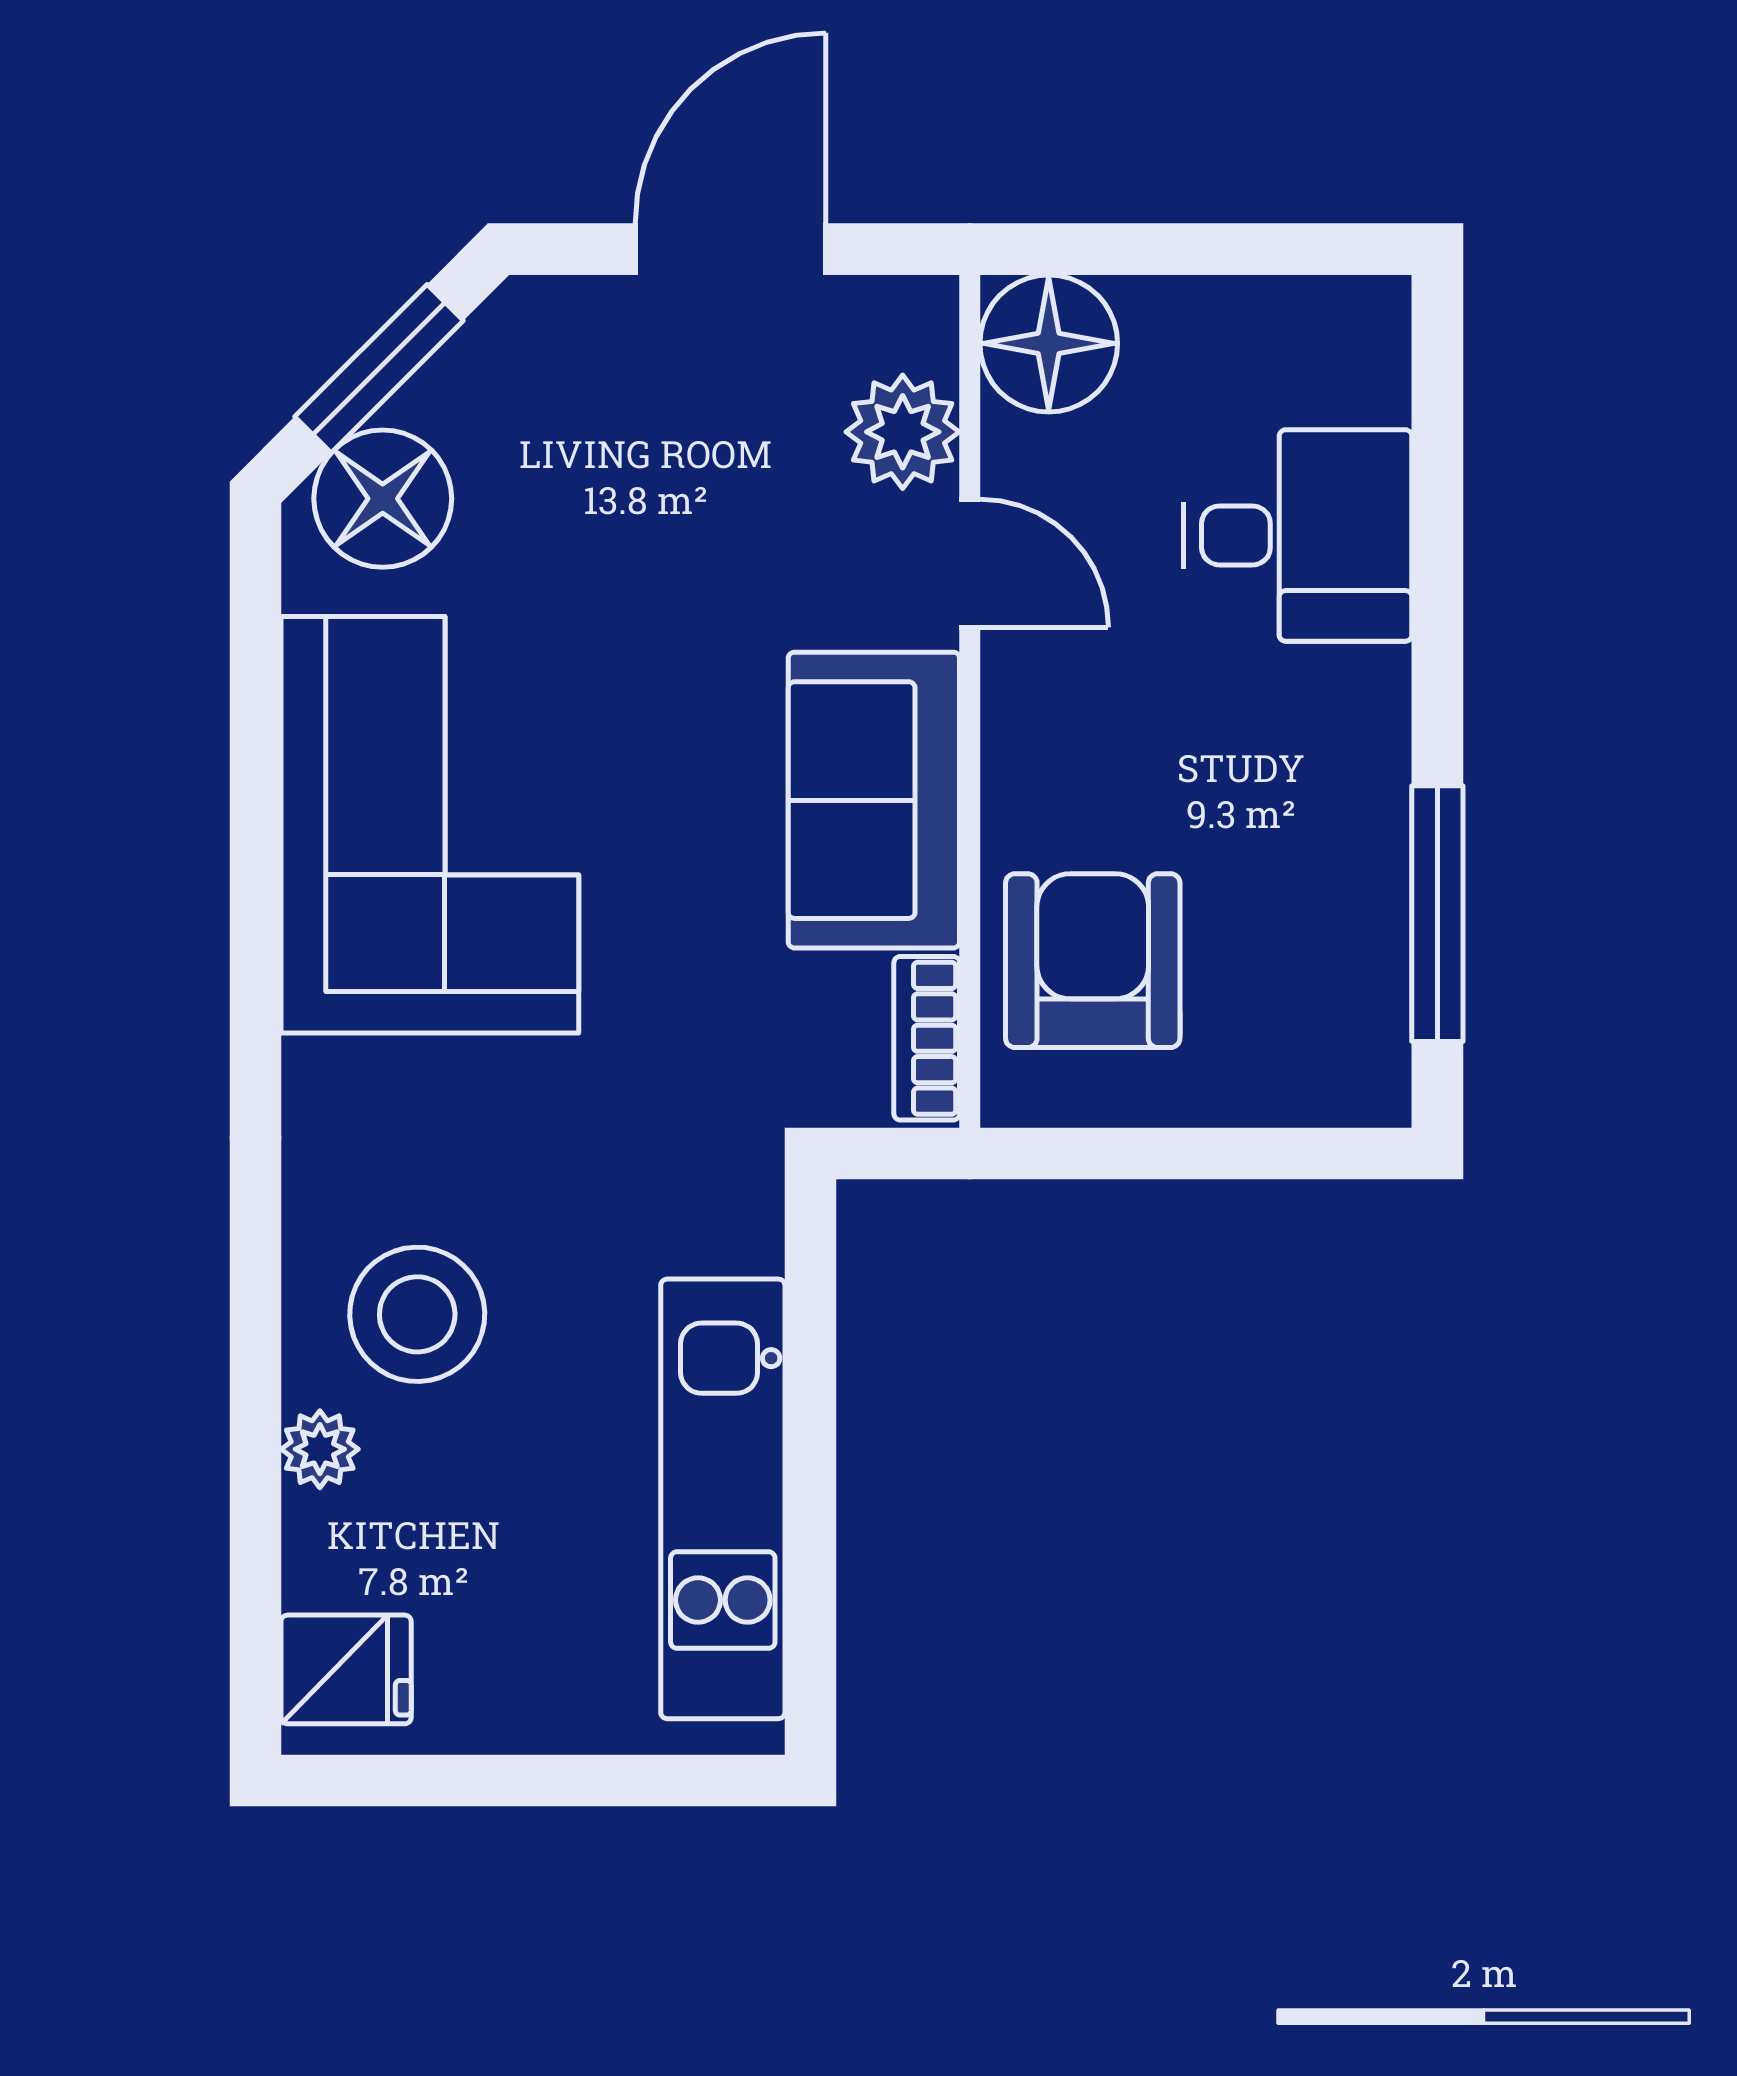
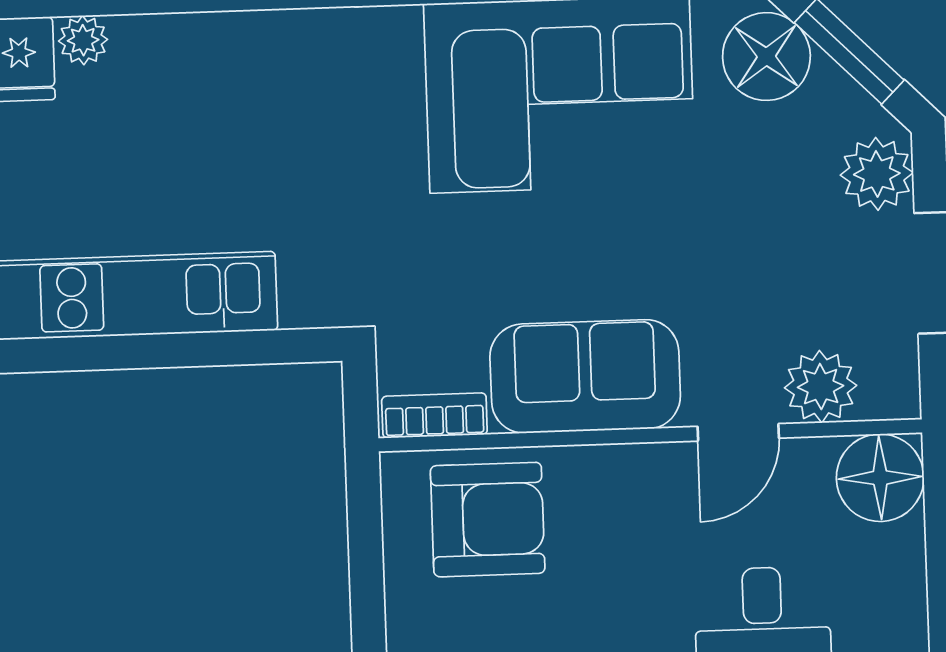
plant: (573, 332) -> (877, 174), added
stool: (417, 1314) -> (247, 97), removed
plant: (320, 1449) -> (83, 40), moved

